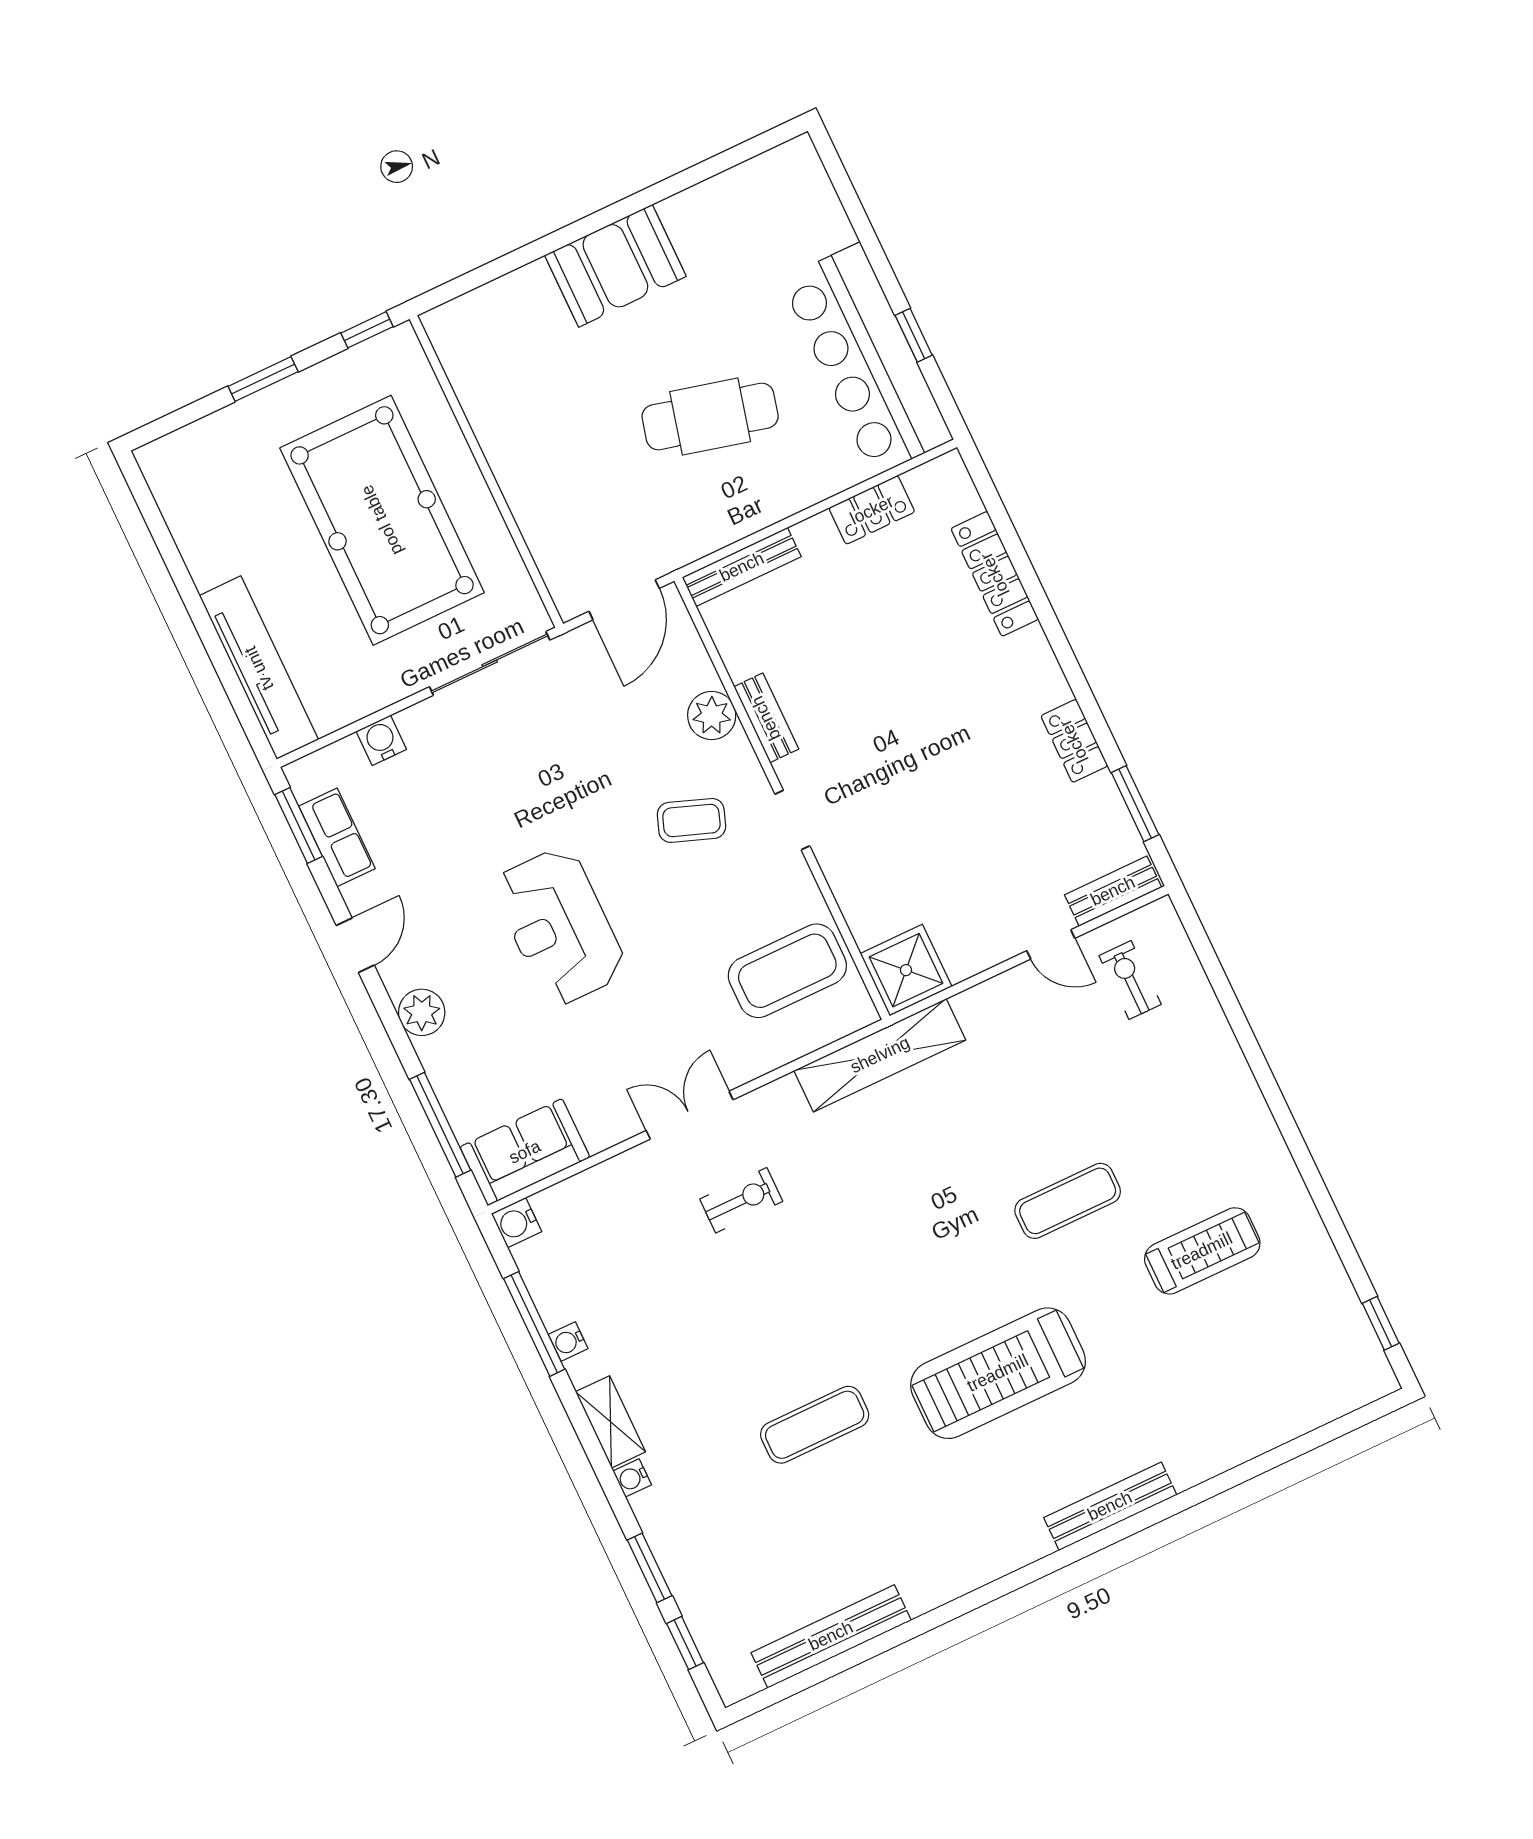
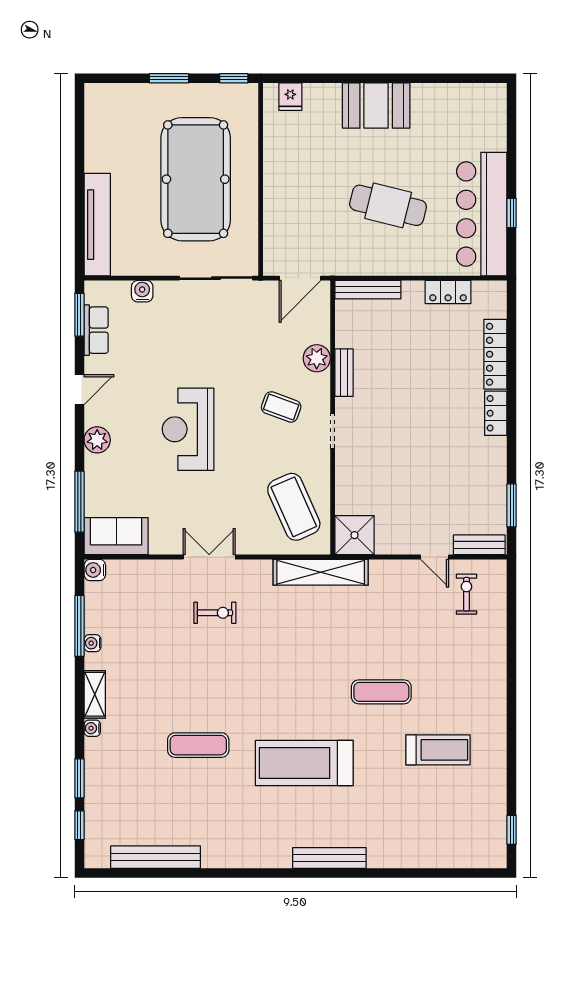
fridge: (471, 317) -> (290, 97), added
locker: (1074, 741) -> (496, 413), moved
coffee table: (787, 971) -> (294, 507), turned 66

